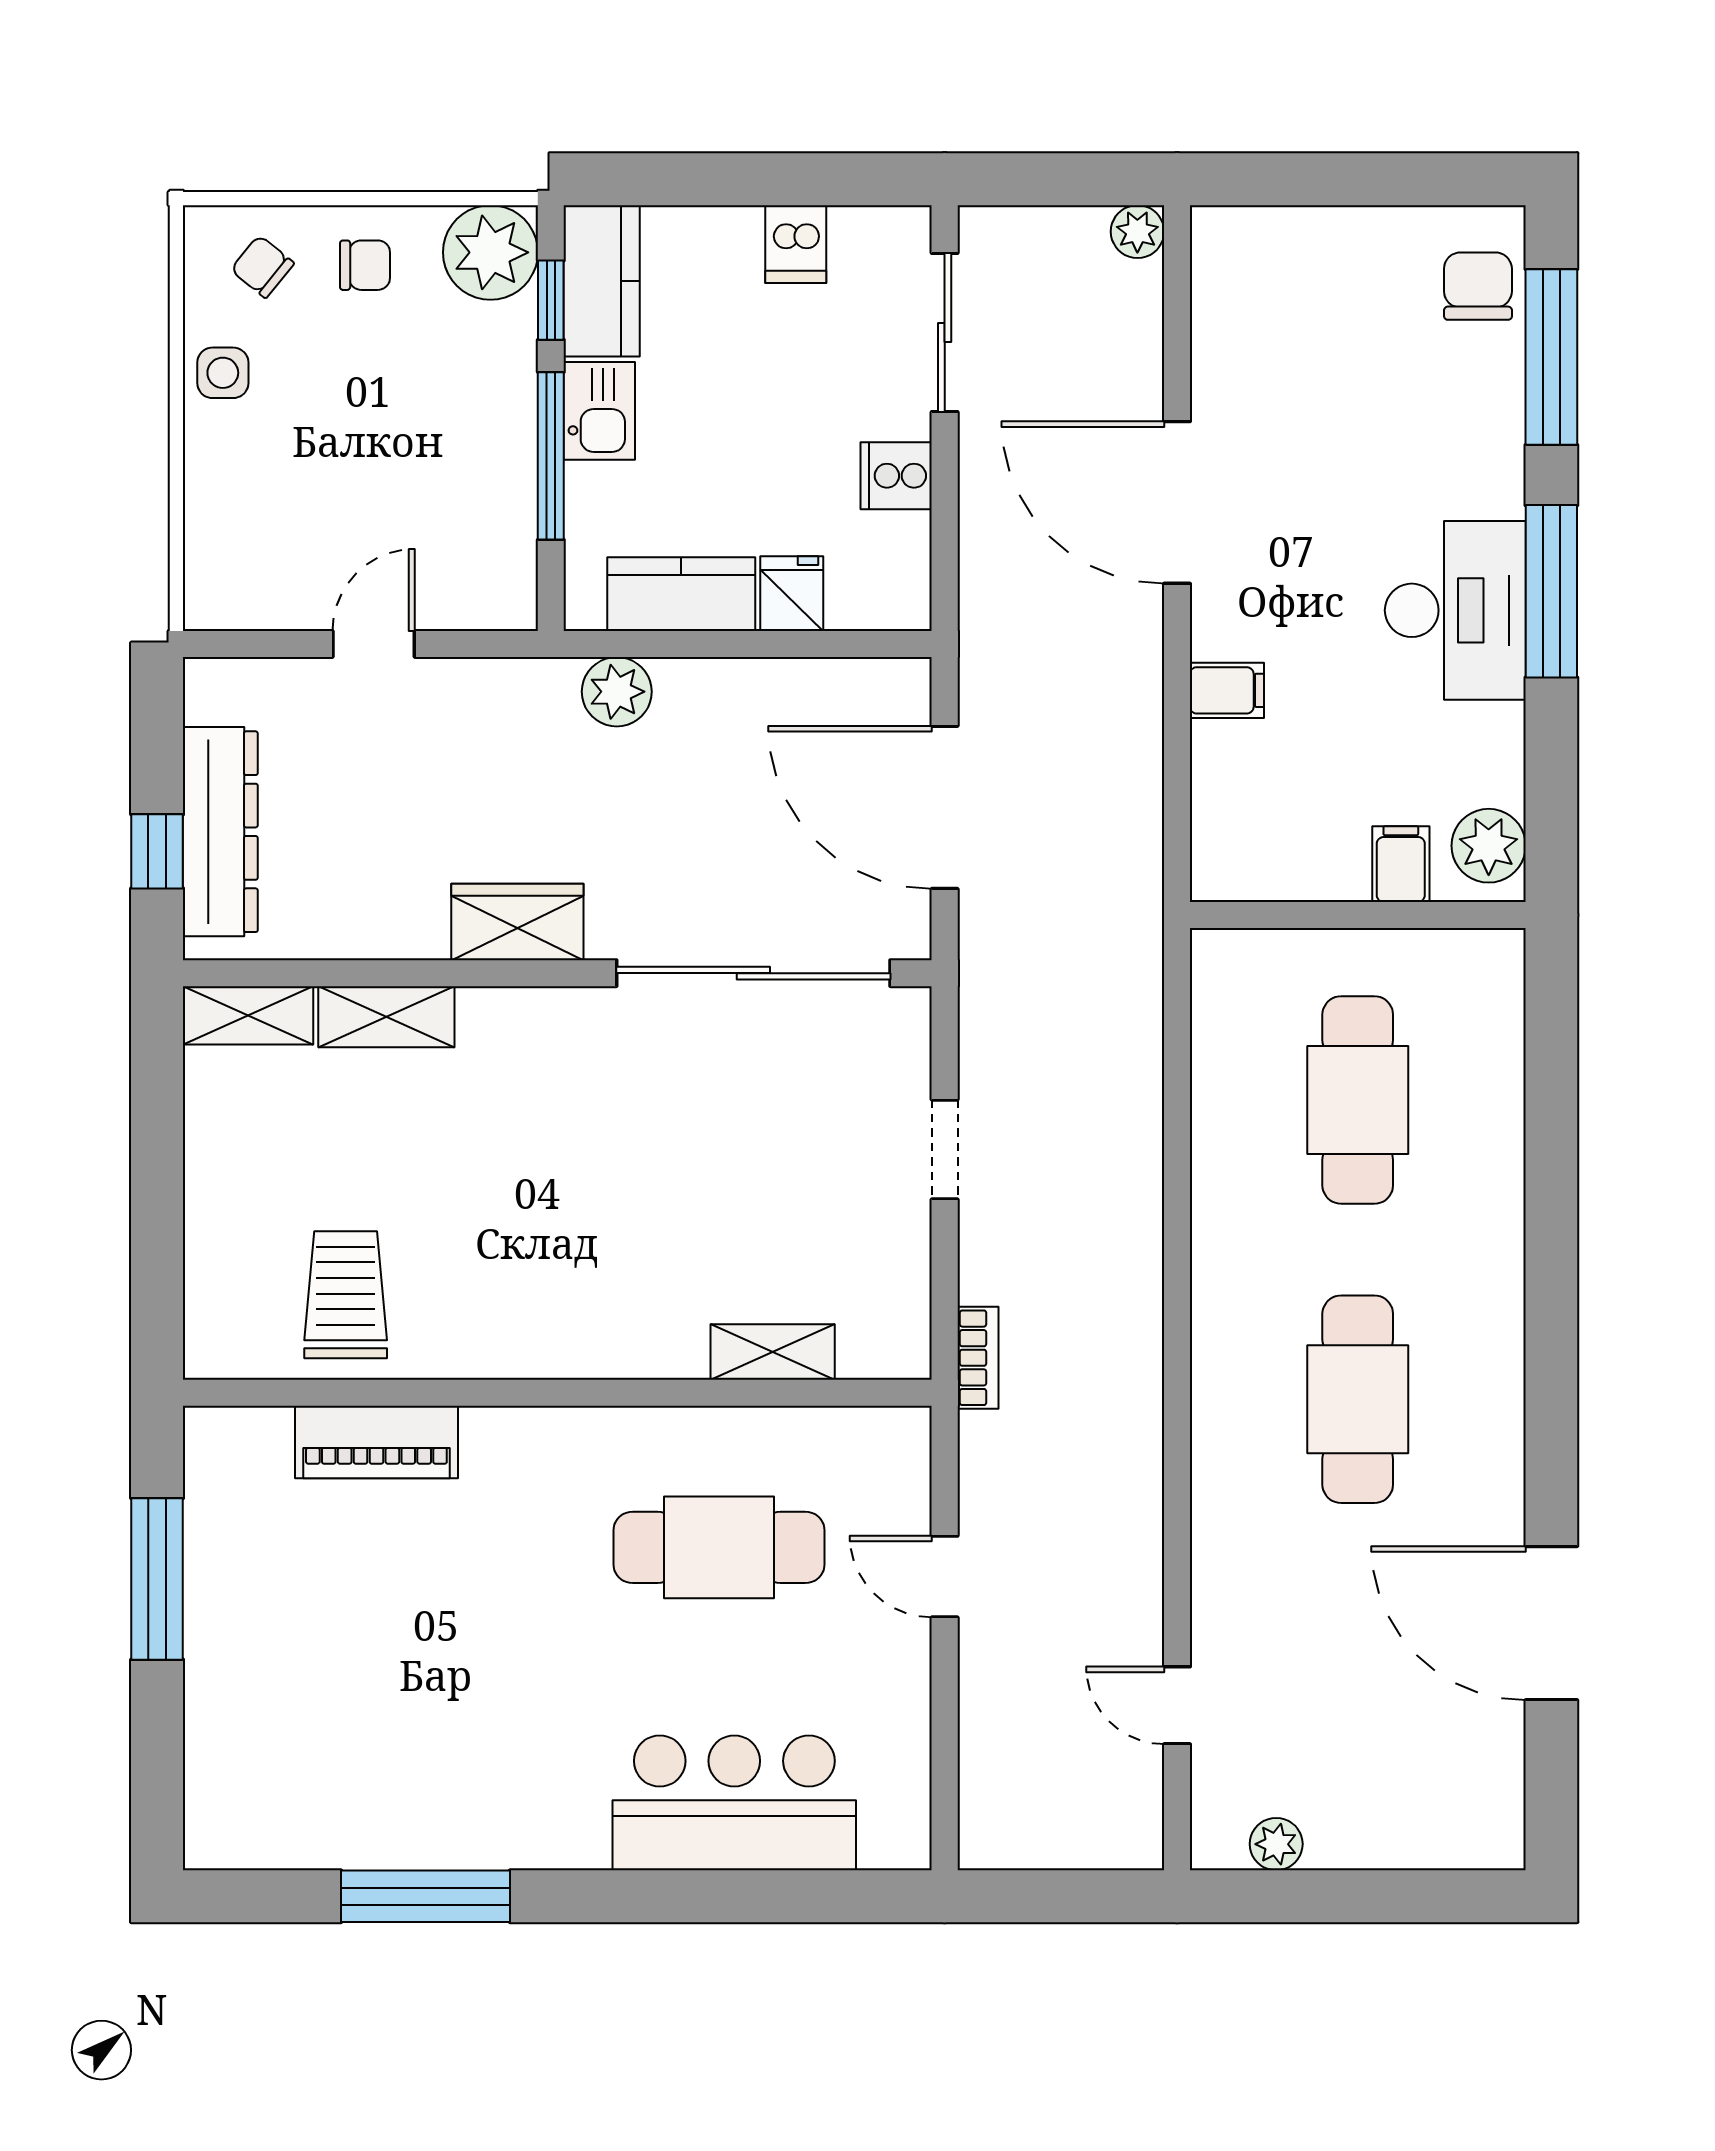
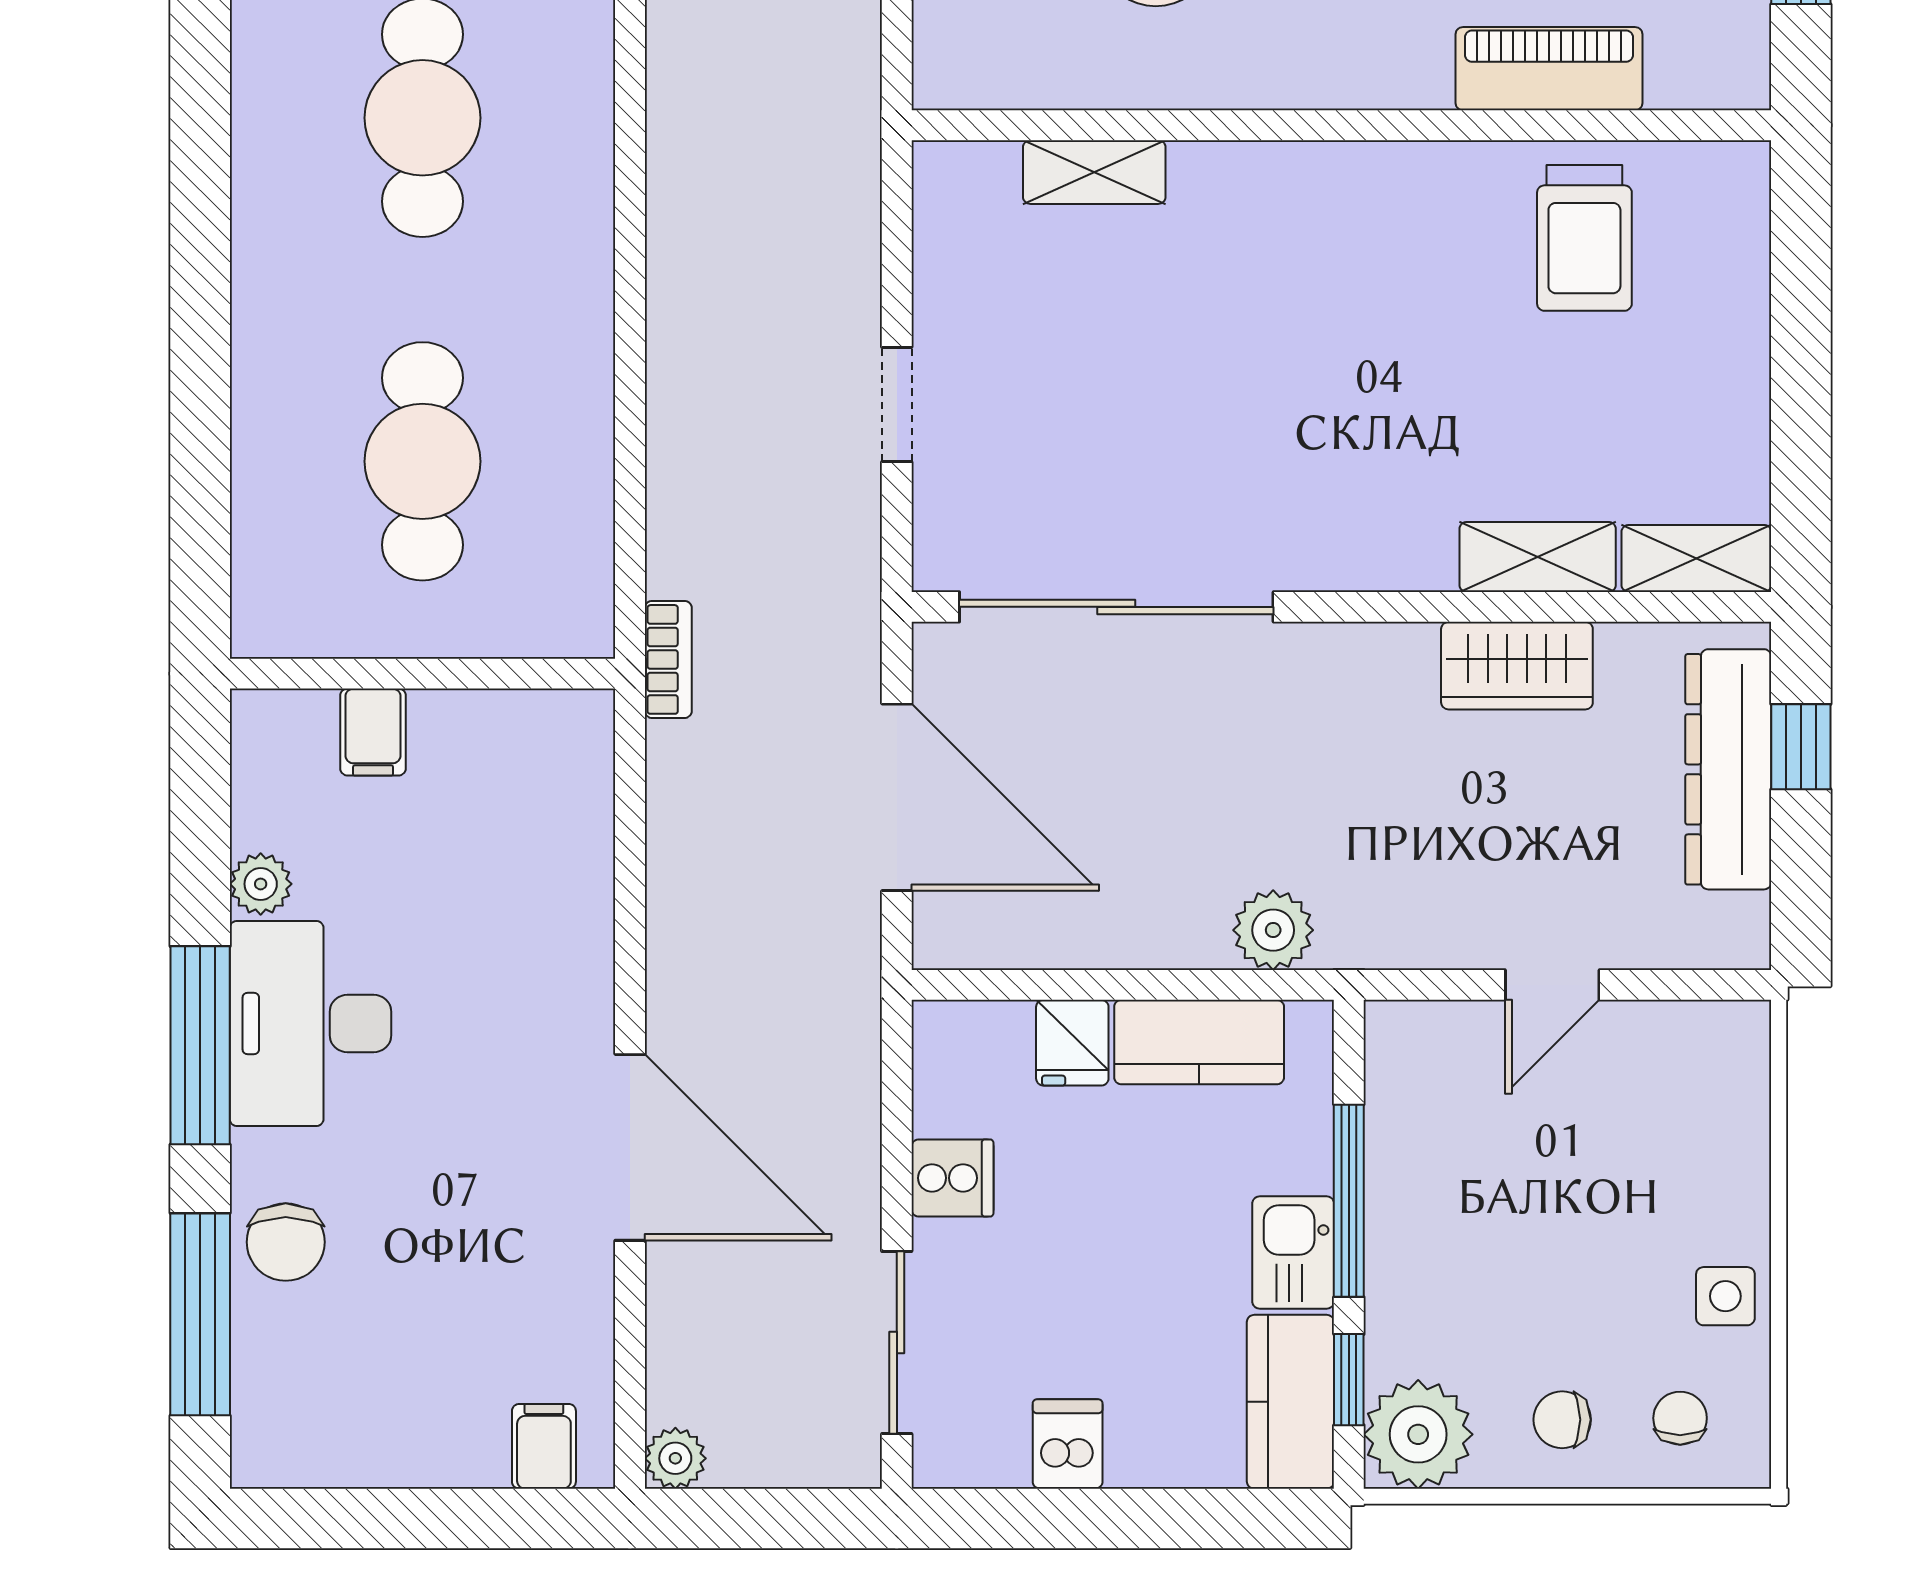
chair: (262, 267) -> (1680, 1418), turned -129
chair: (1478, 286) -> (286, 1242), moved
filing cabinet: (1227, 690) -> (544, 1446), moved, turned 90
plant: (1489, 846) -> (261, 884), moved, width x0.73, depth x0.73
wardrobe: (517, 922) -> (1517, 666), moved
bookcase: (978, 1358) -> (668, 659), moved, turned 180

